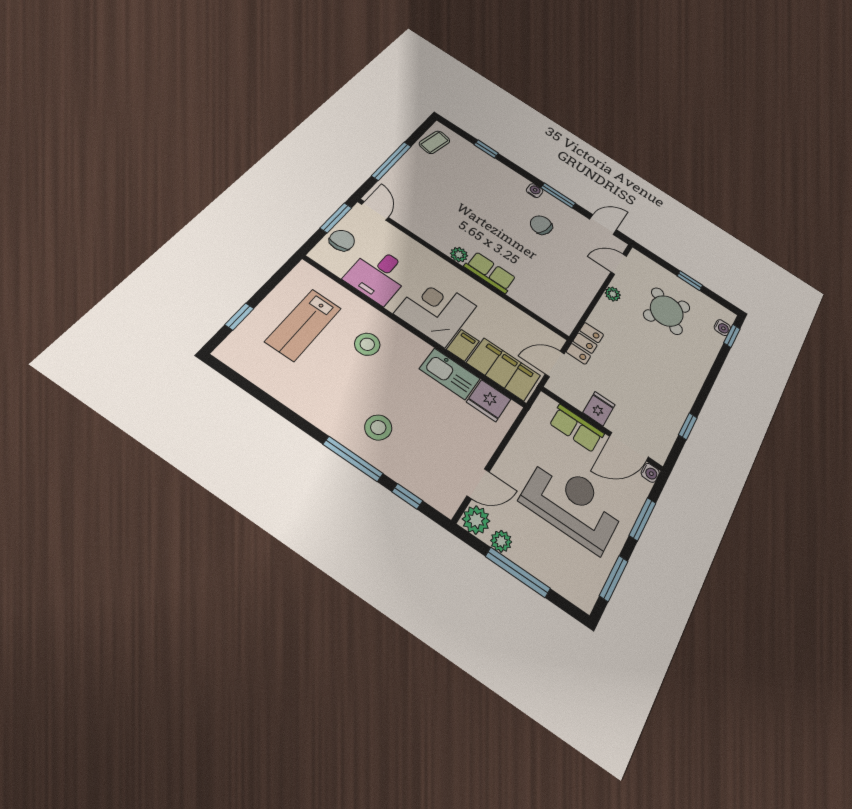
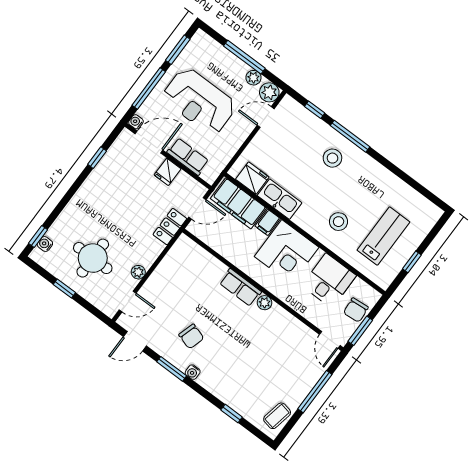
round table: (667, 311) -> (93, 258), turned -37
window: (239, 317) -> (412, 262), moved
window: (643, 519) -> (149, 89), width x1.44

